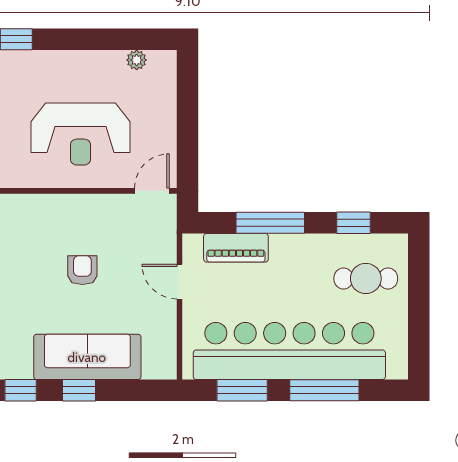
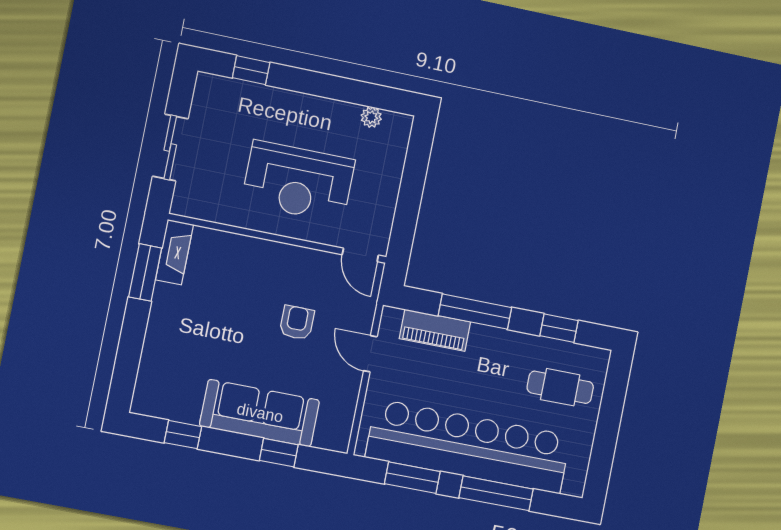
door: (152, 191) -> (360, 255), swing flipped
armchair: (82, 270) -> (297, 323), moved
window: (79, 390) -> (279, 453), moved

